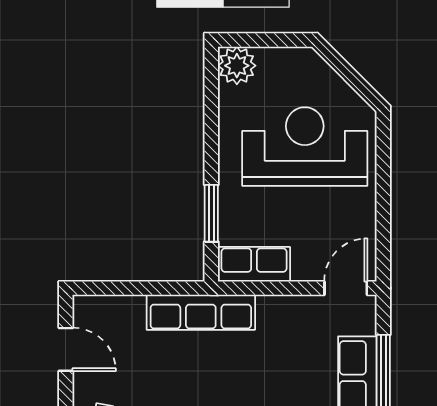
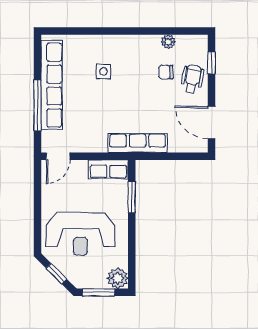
window: (272, 40) -> (99, 292), added
window: (349, 74) -> (56, 274), added
door: (66, 349) -> (212, 123), width x1.38

